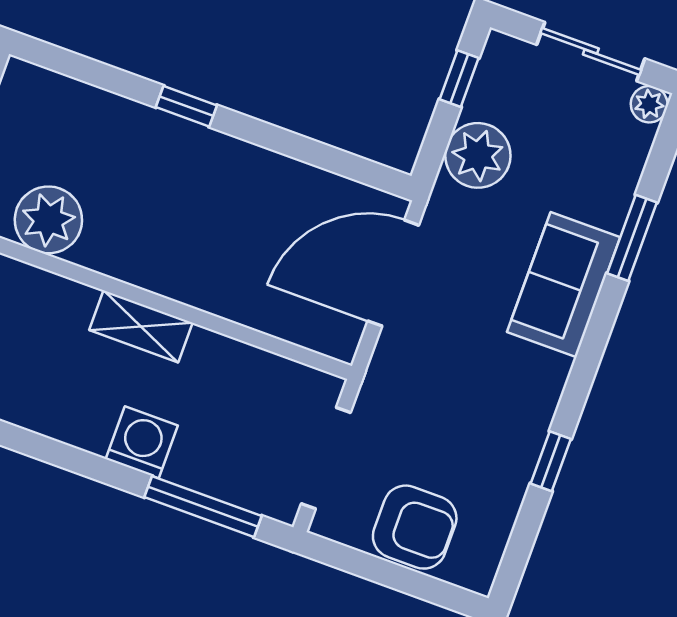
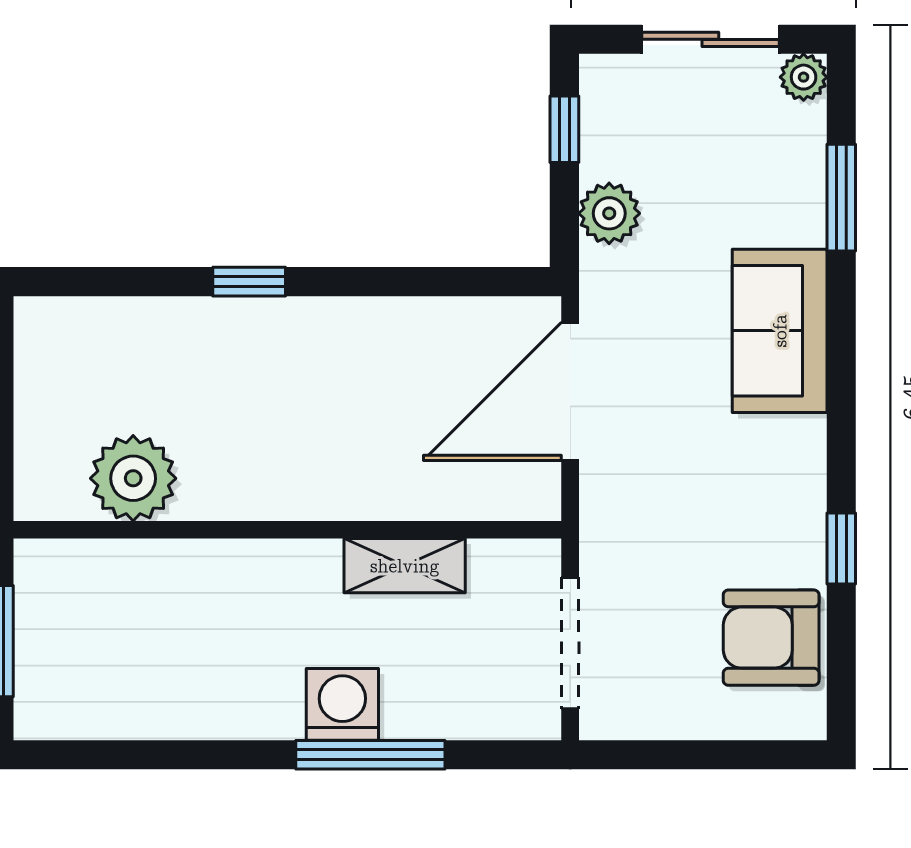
plant: (478, 155) -> (609, 213), width x0.73, depth x0.73
window: (632, 238) -> (841, 198), moved
shelving: (141, 326) -> (405, 566), moved
window: (203, 507) -> (370, 755), moved
armchair: (415, 527) -> (771, 638), moved, turned 180

